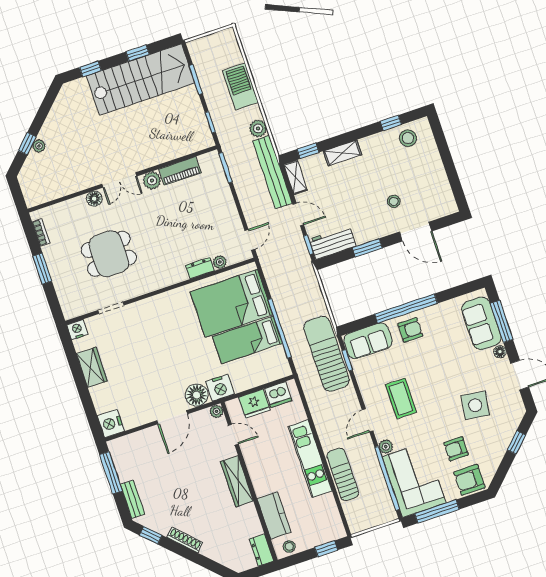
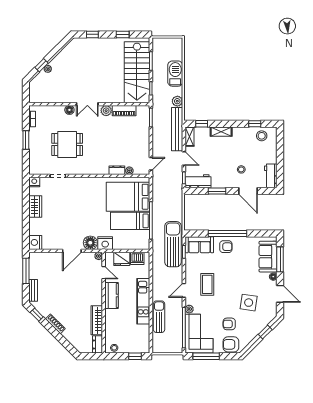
stairs: (141, 79) -> (137, 72), moved, turned 90
workbench: (443, 196) -> (271, 176), added
wardrobe: (237, 481) -> (97, 320), moved
kitchen counter: (274, 515) -> (111, 295), moved

